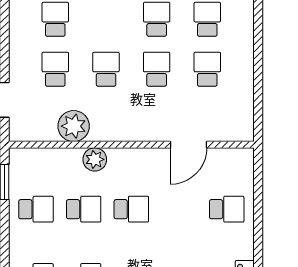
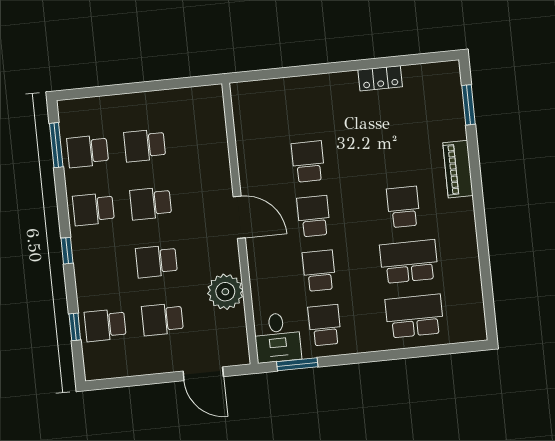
door: (188, 145) -> (239, 217), moved
plant: (95, 159) -> (261, 264), removed
desk: (29, 167) -> (277, 338), added
school desk: (227, 209) -> (308, 162), moved

